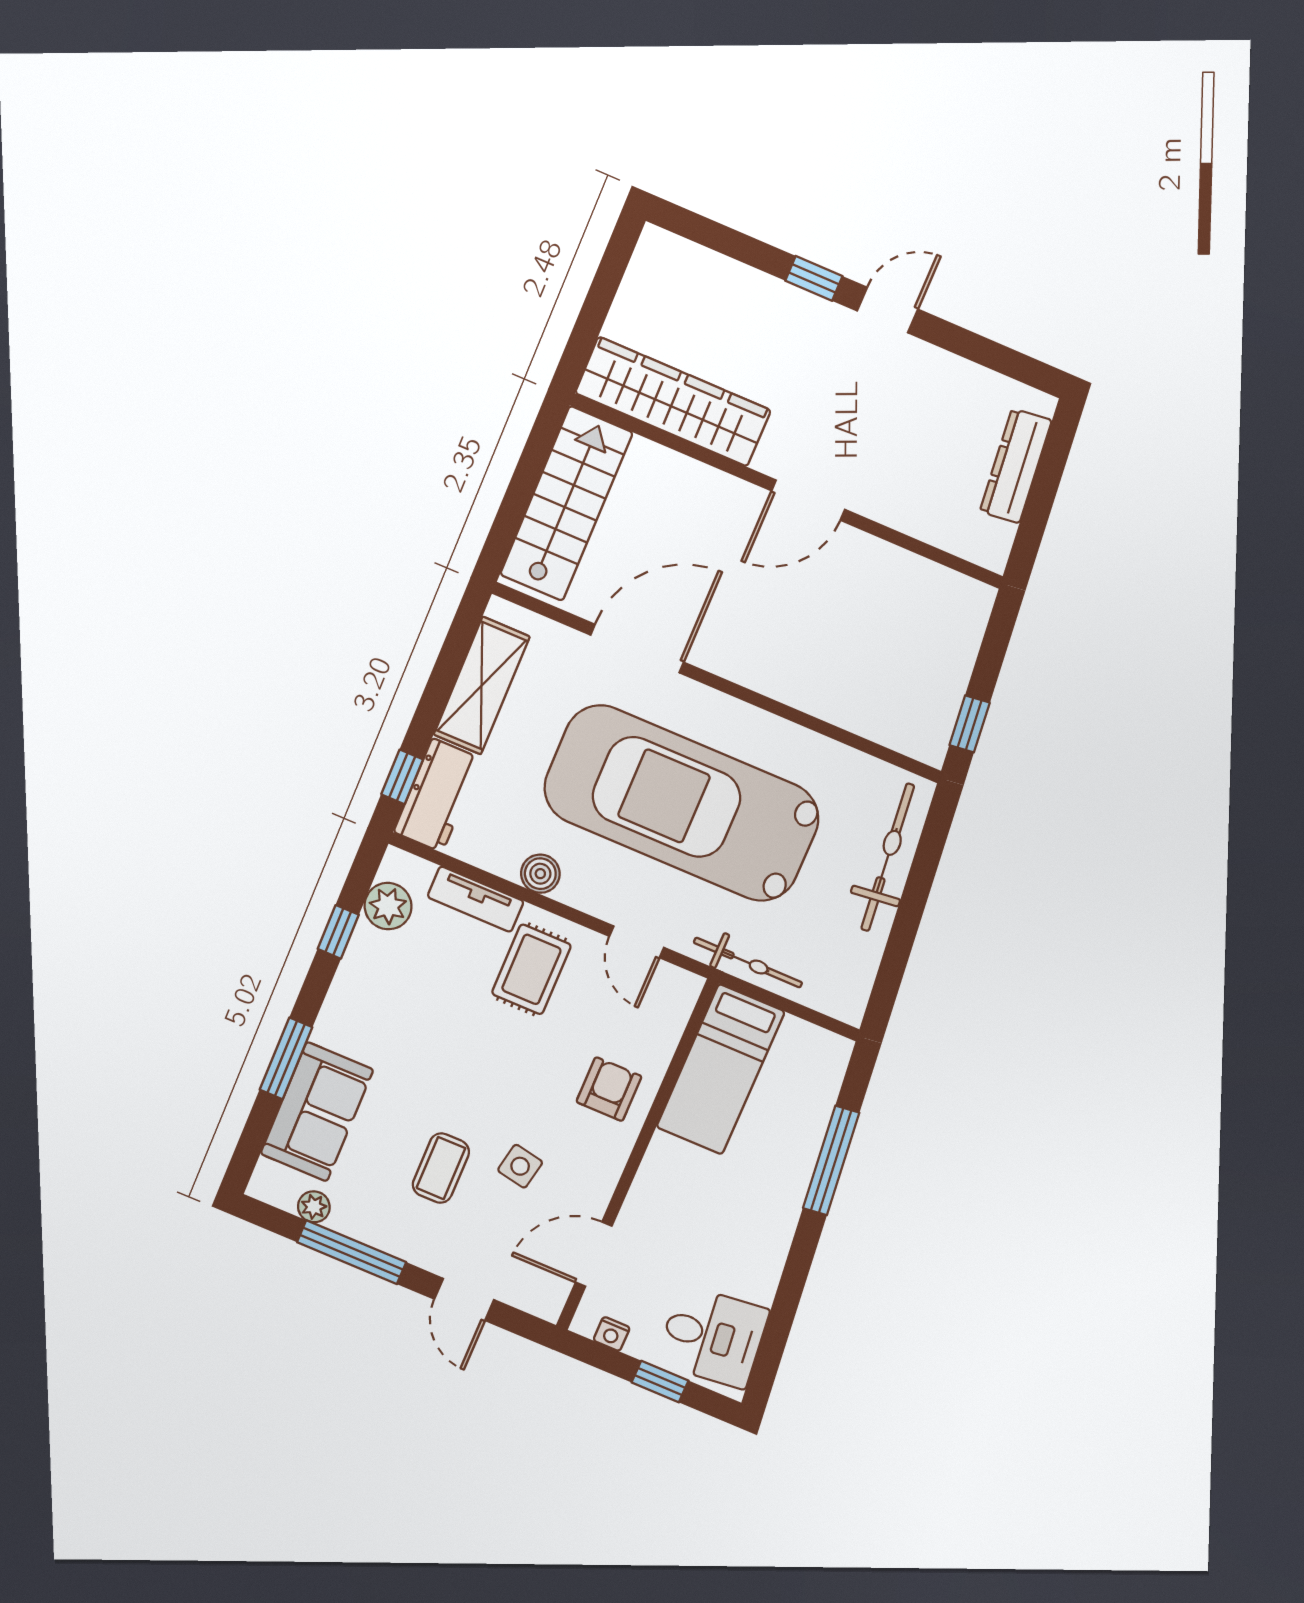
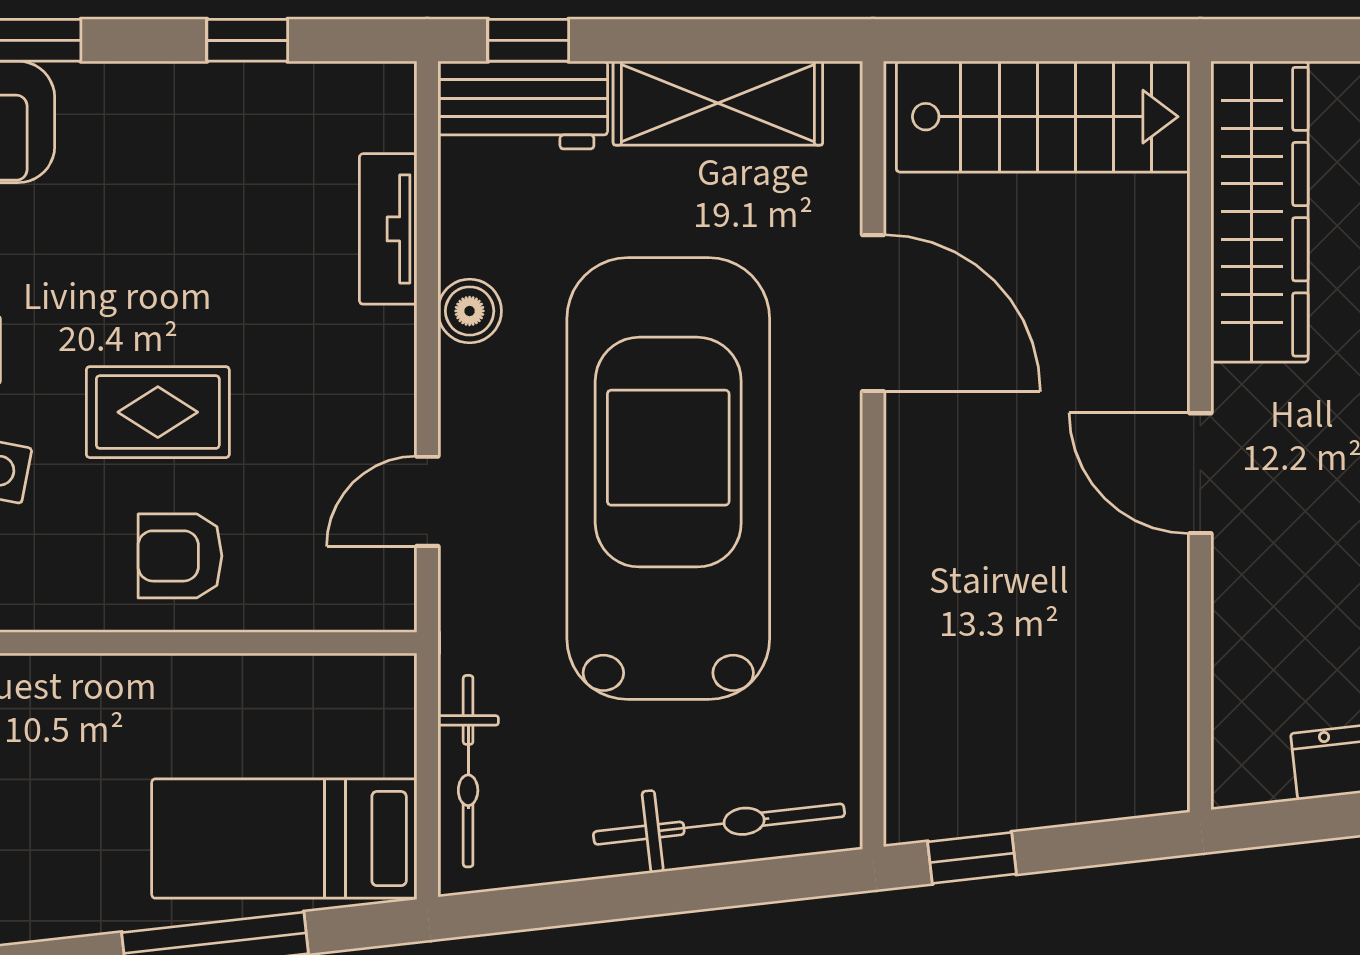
plant: (388, 906) -> (320, 100), removed
bicycle: (748, 963) -> (468, 771), moved
rug: (531, 969) -> (158, 412), moved
bed: (720, 1070) -> (284, 839), moved
armchair: (609, 1089) -> (180, 556), turned 180

